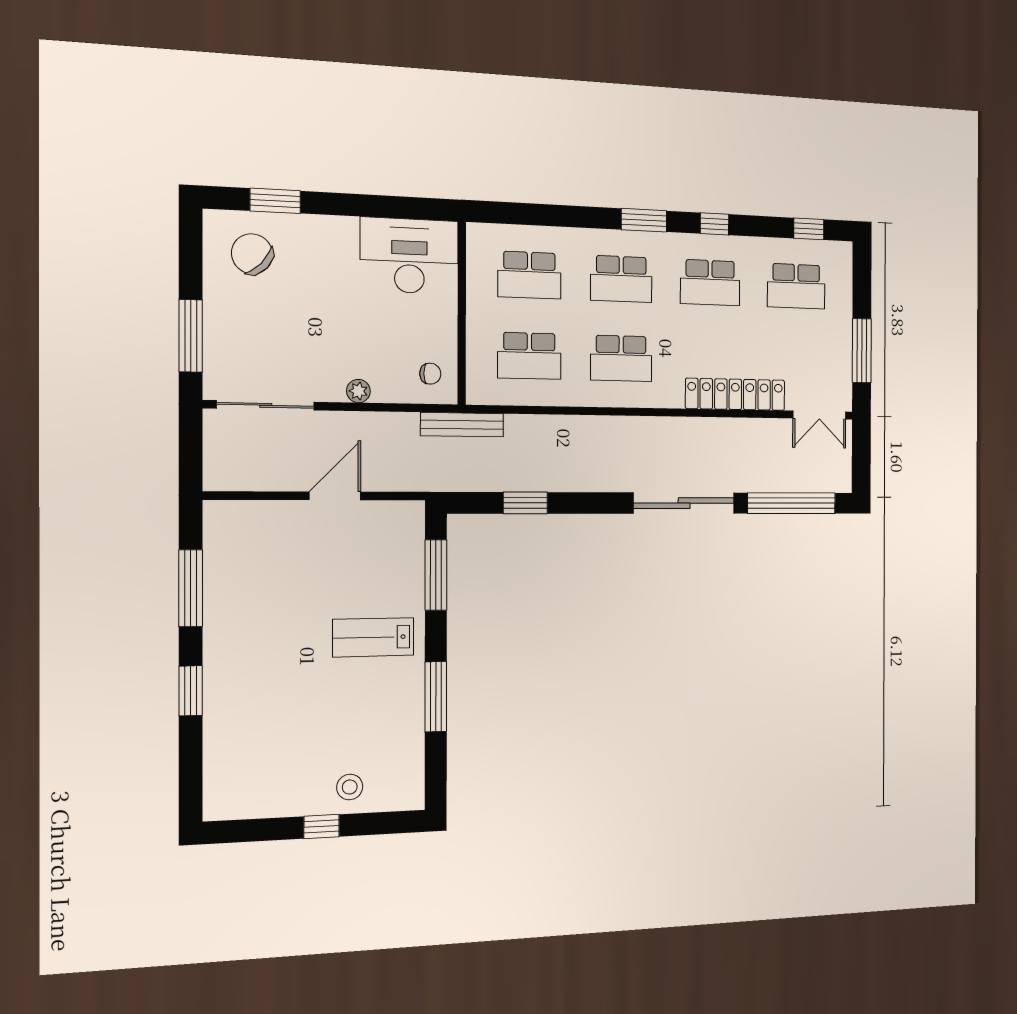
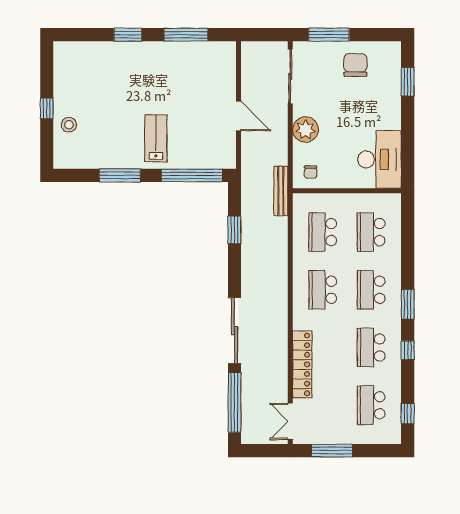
chair: (252, 254) -> (355, 65), moved, turned -43
plant: (358, 391) -> (306, 130), width x1.88, depth x1.88
window: (436, 575) -> (192, 175), width x1.46

